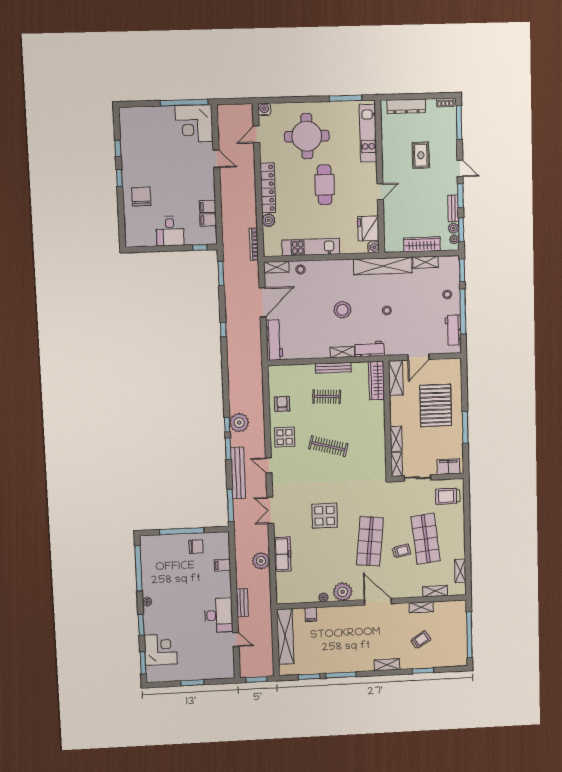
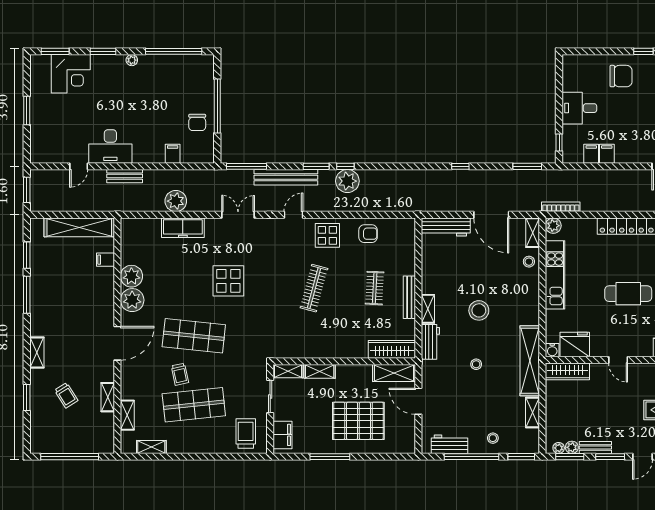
plant: (269, 220) -> (553, 226), moved
wardrobe: (422, 244) -> (567, 371), moved, turned 90
plant: (323, 597) -> (131, 276), width x1.88, depth x1.88

